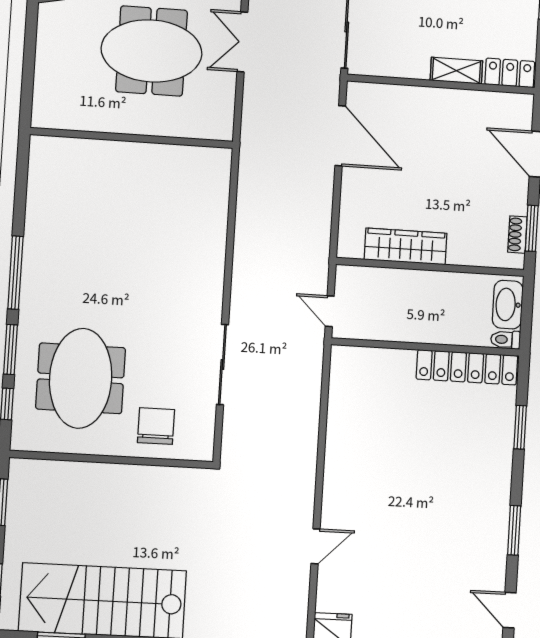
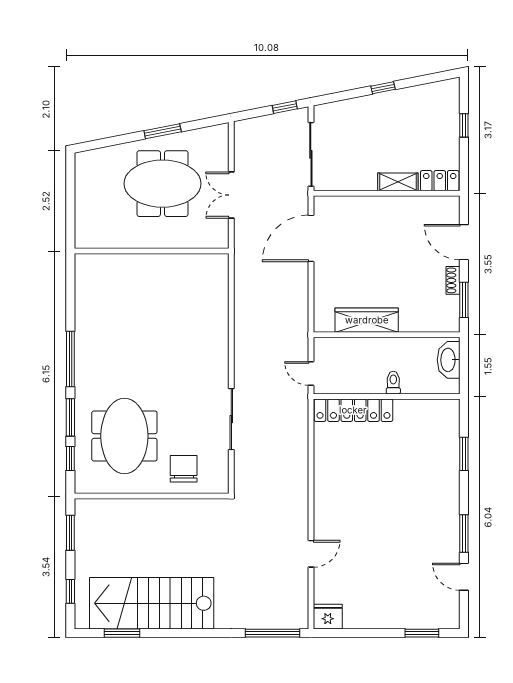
double door: (242, 42) -> (231, 195), moved
door: (340, 136) -> (311, 238), swing flipped
shoe rack: (517, 235) -> (453, 280), moved
toilet: (506, 340) -> (393, 383), moved, turned 90
locker: (467, 367) -> (353, 410), moved
door: (510, 610) -> (464, 577), moved

